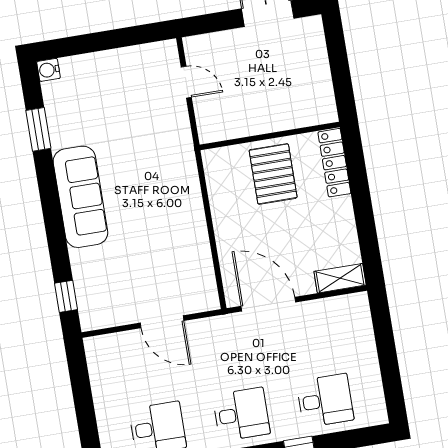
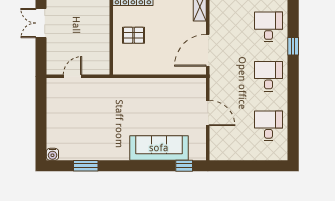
pallet: (273, 174) -> (134, 35), width x0.67, depth x0.71
sofa: (80, 197) -> (159, 148), moved
door: (162, 322) -> (208, 113), hinge flipped

